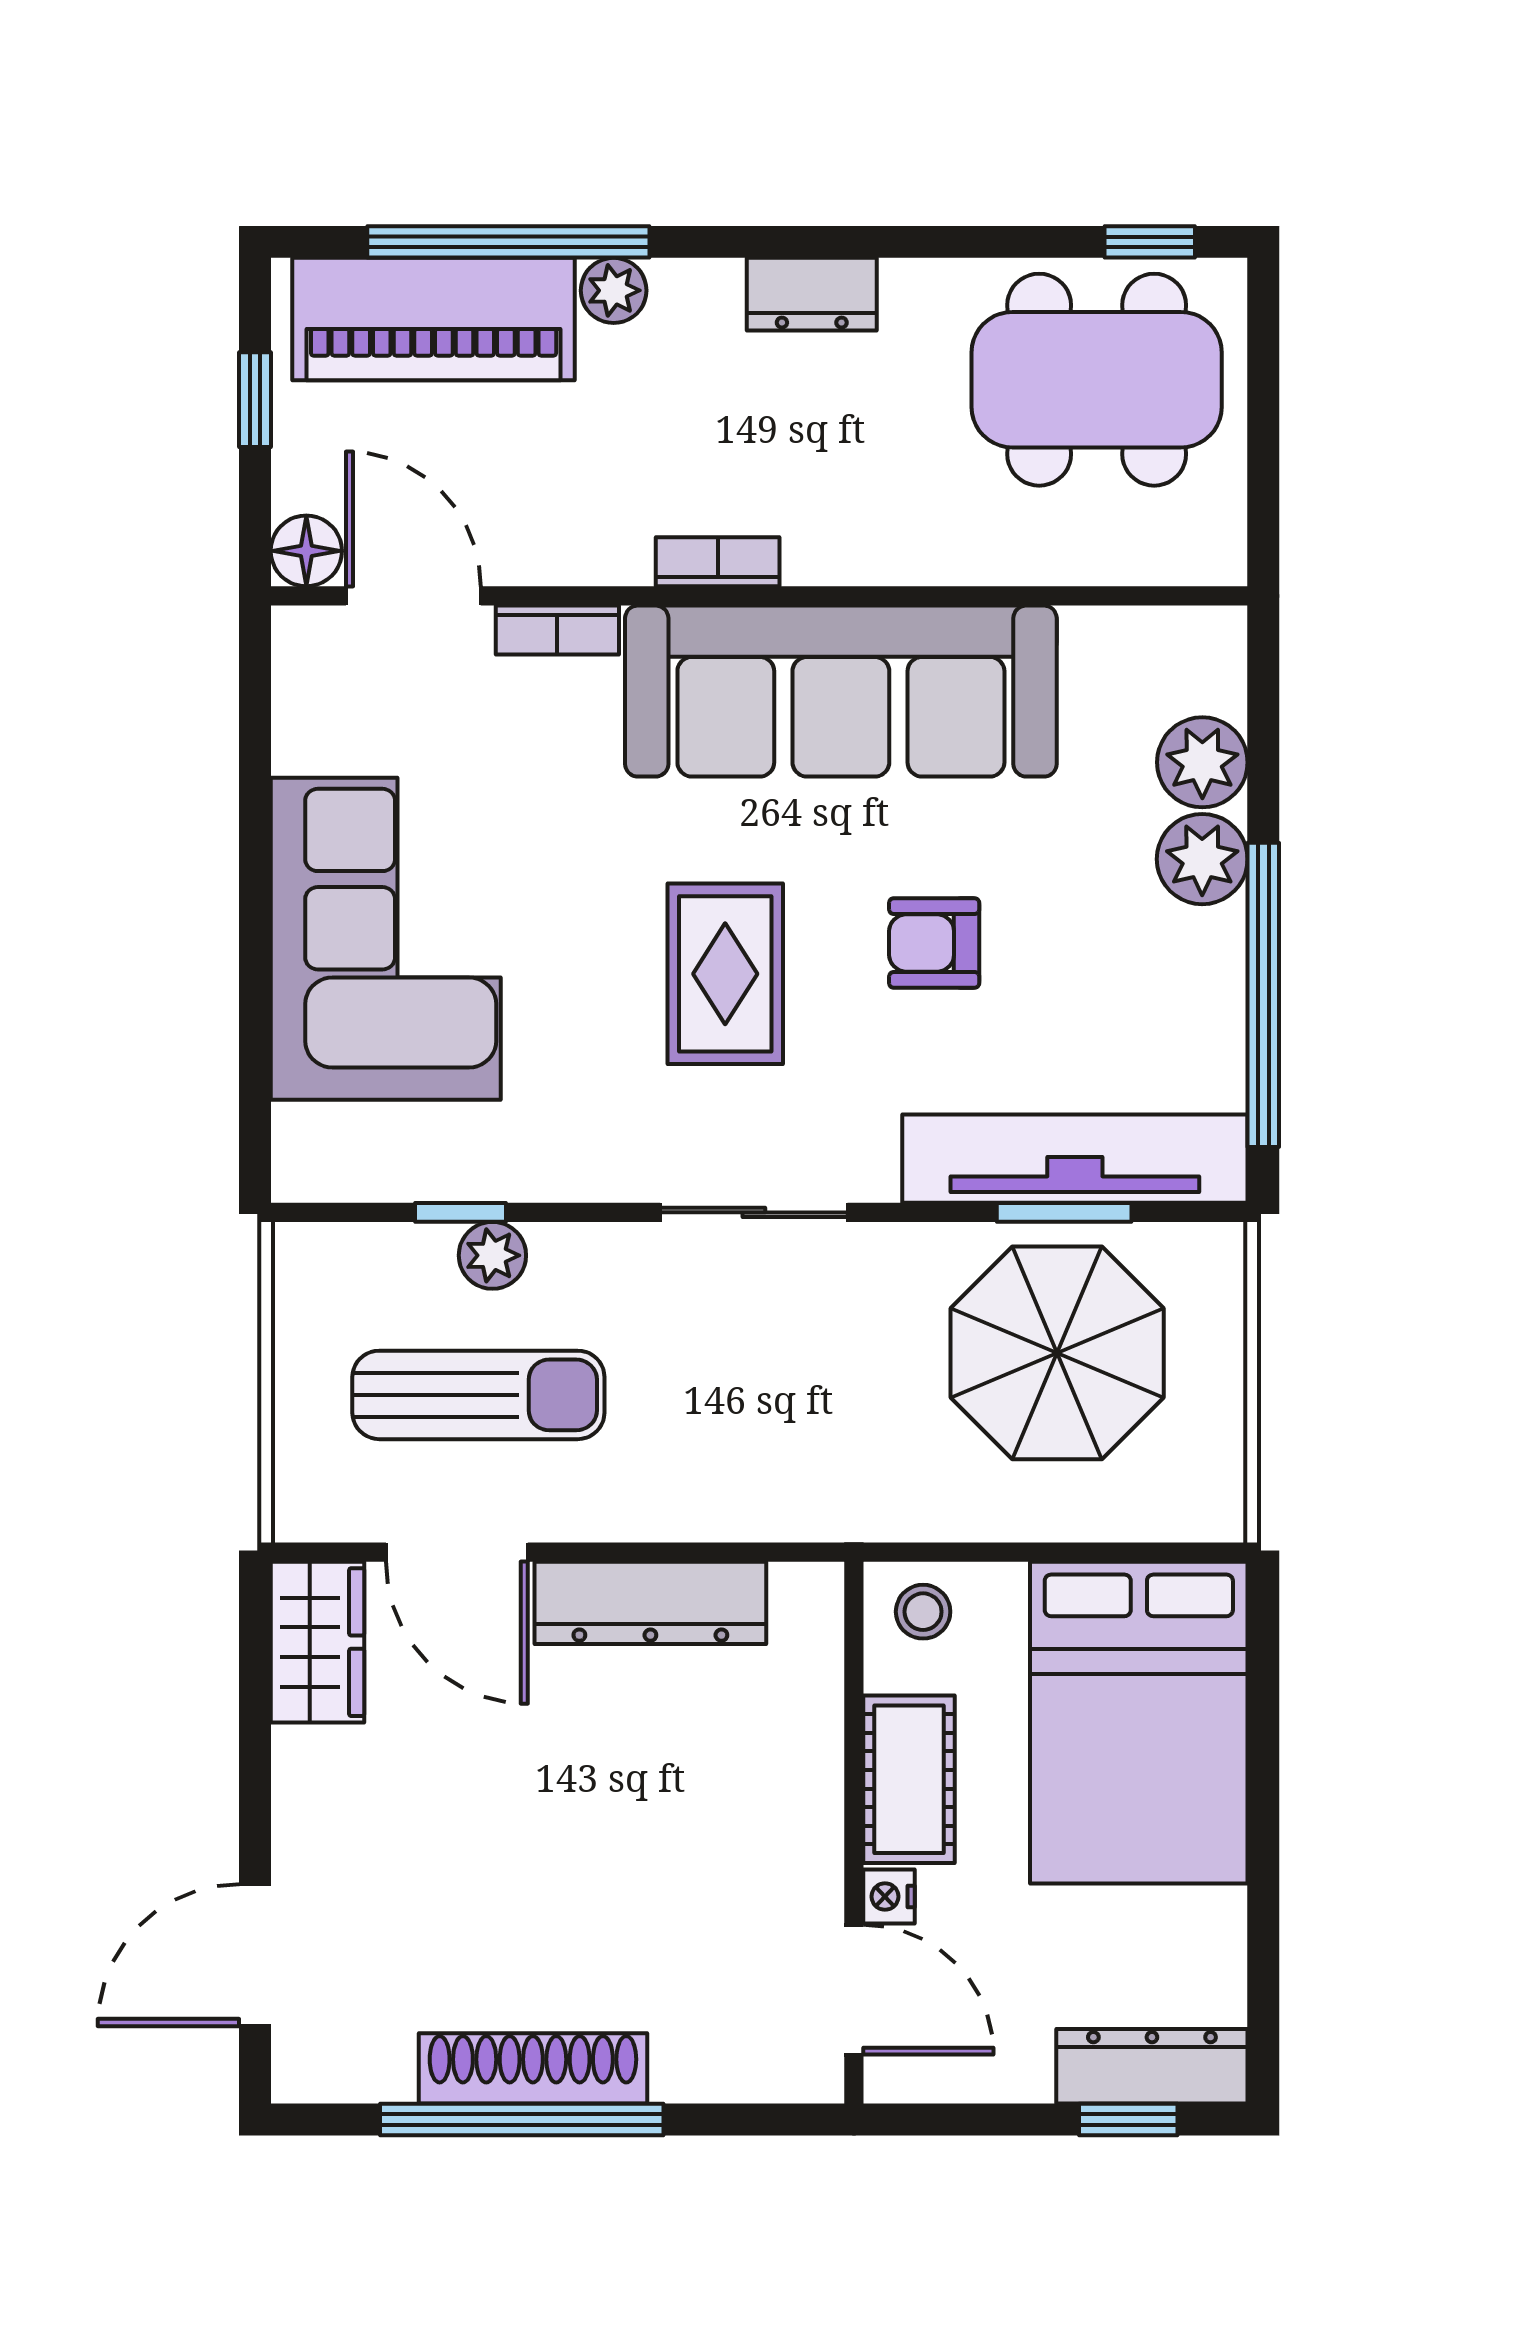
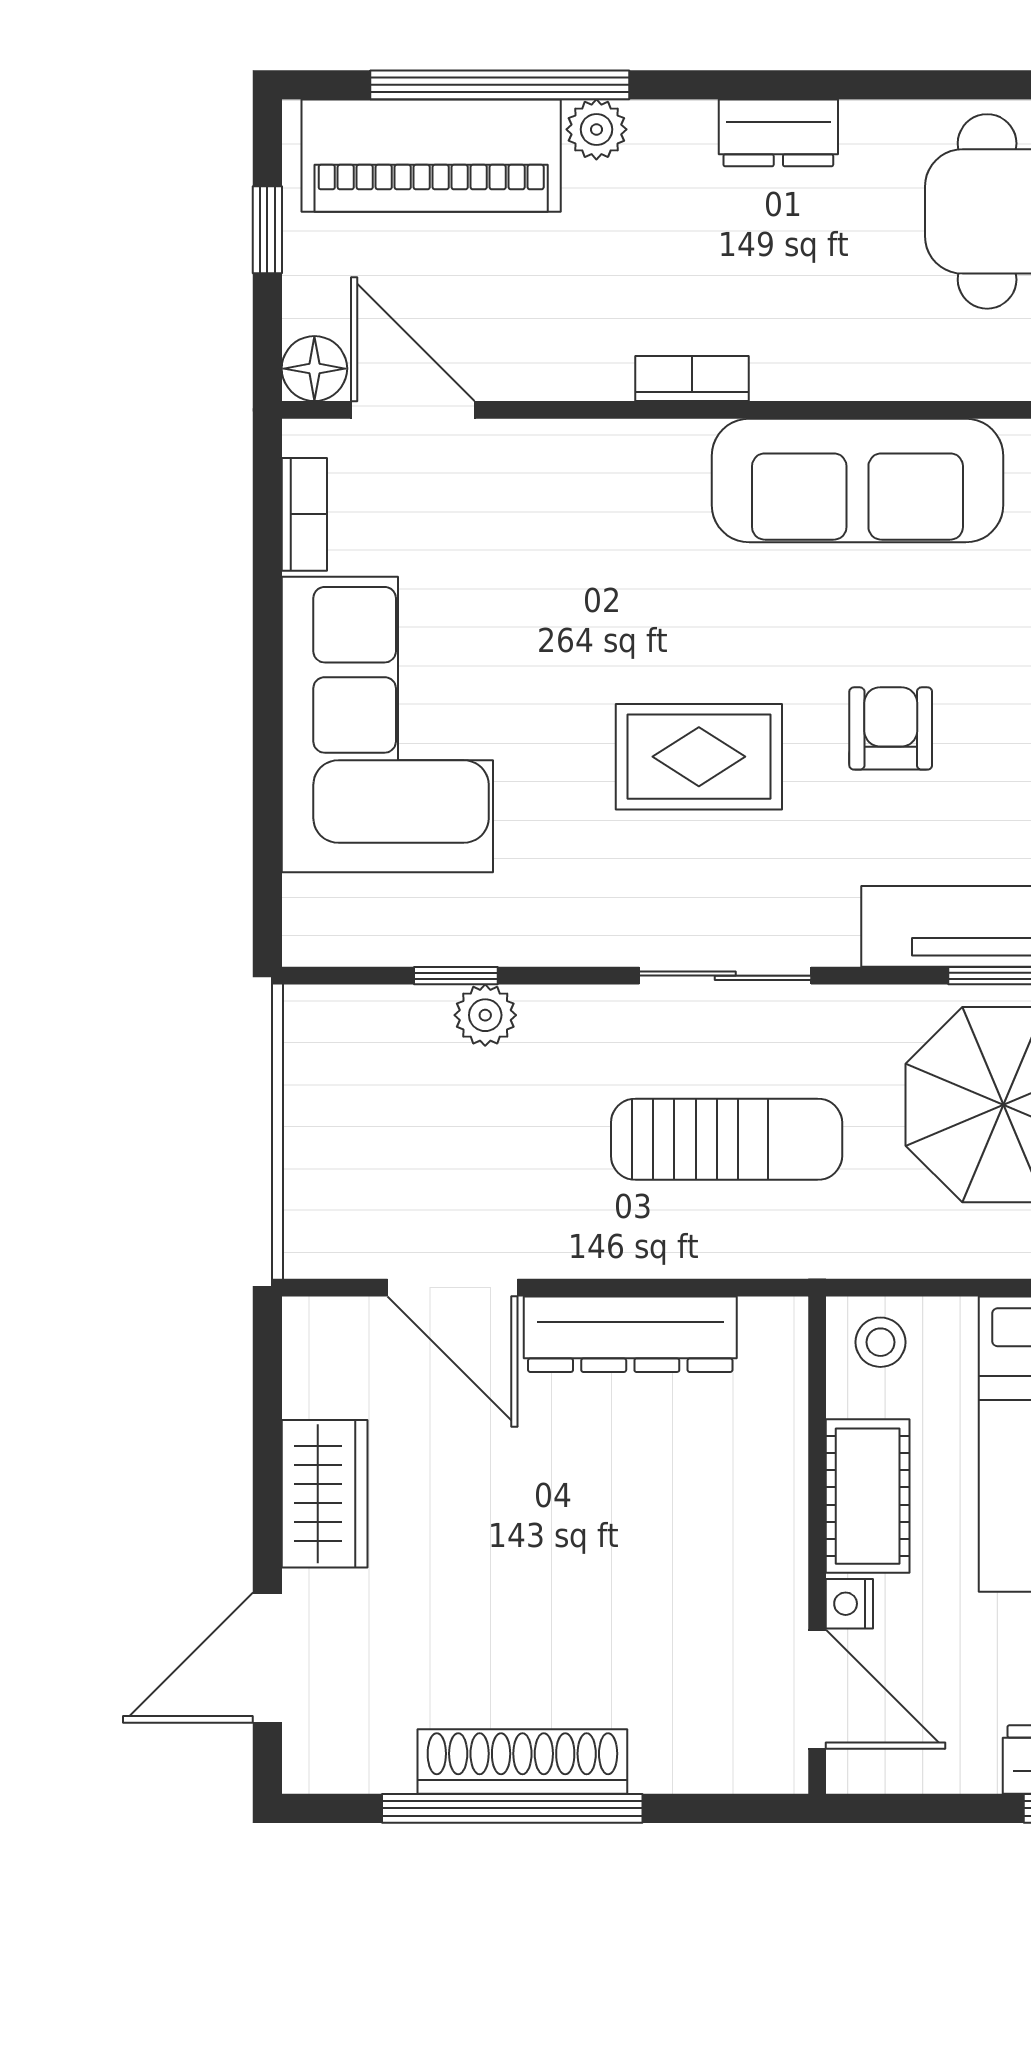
bookcase: (557, 630) -> (304, 514), moved, turned -90
sofa: (841, 691) -> (857, 480), width x0.74, depth x0.79
armchair: (934, 943) -> (891, 728), turned 90
rug: (725, 974) -> (699, 757), turned 90
sun lounger: (478, 1395) -> (727, 1139), moved
wardrobe: (317, 1642) -> (325, 1494), moved

